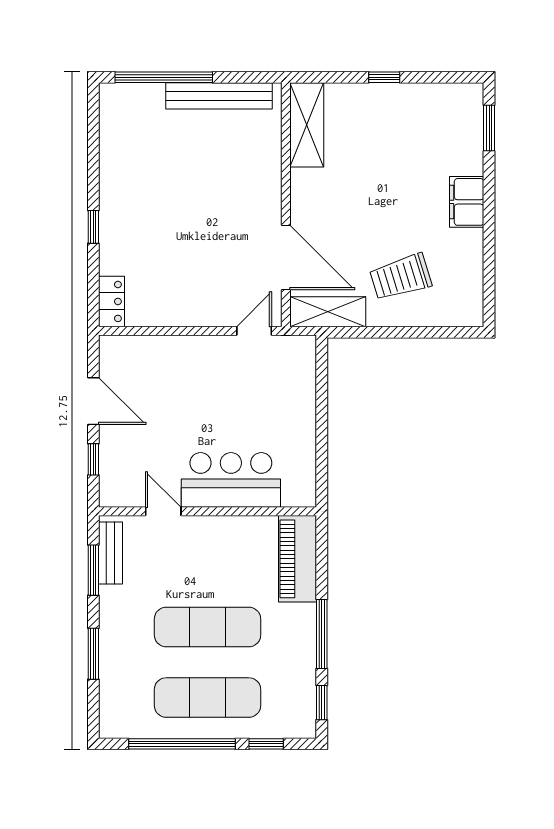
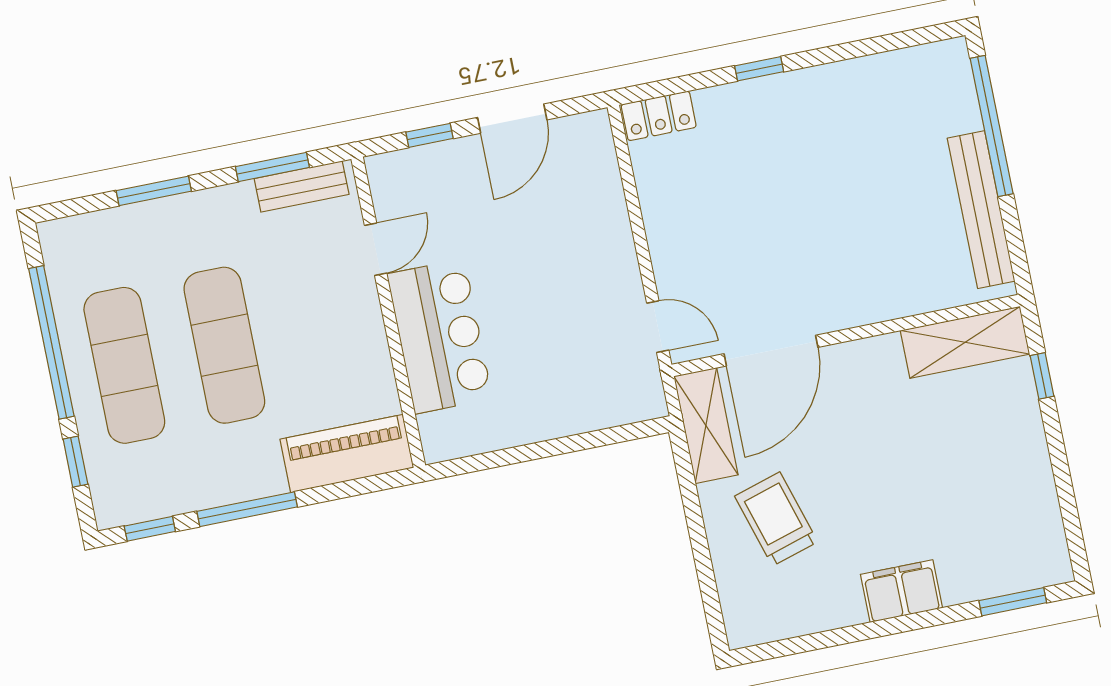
window: (384, 77) -> (1042, 376), moved

